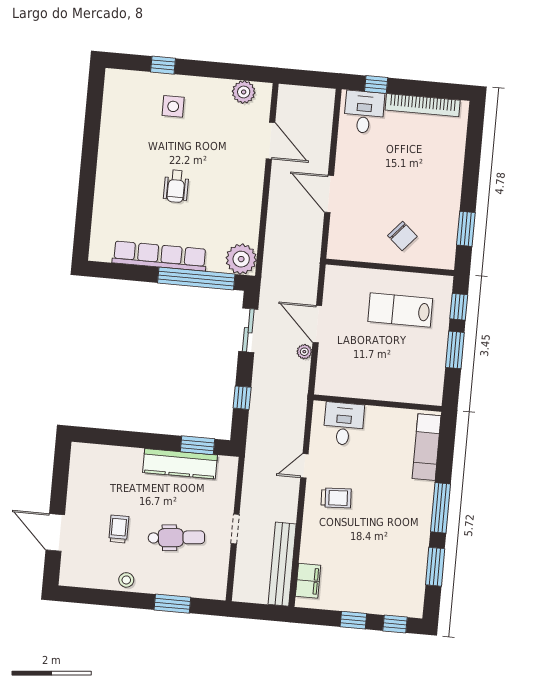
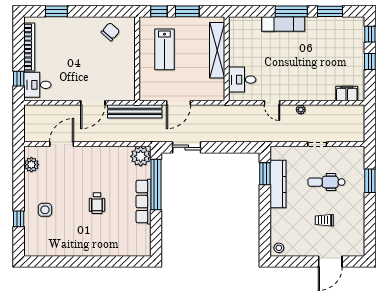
wheelchair: (176, 186) -> (97, 203), turned 90
window: (466, 229) -> (56, 11), moved
chair: (402, 236) -> (110, 32), moved
row of seats: (160, 256) -> (143, 202), width x0.73
plant: (304, 352) -> (301, 110), moved
shelving: (392, 390) -> (217, 50), added
window: (242, 398) -> (231, 147), removed
exam couch: (427, 447) -> (283, 24), moved
trolley: (336, 498) -> (291, 80), removed
dental chair: (176, 538) -> (326, 182), turned -84
bench: (282, 564) -> (135, 111), moved
stool: (126, 580) -> (279, 248), moved

